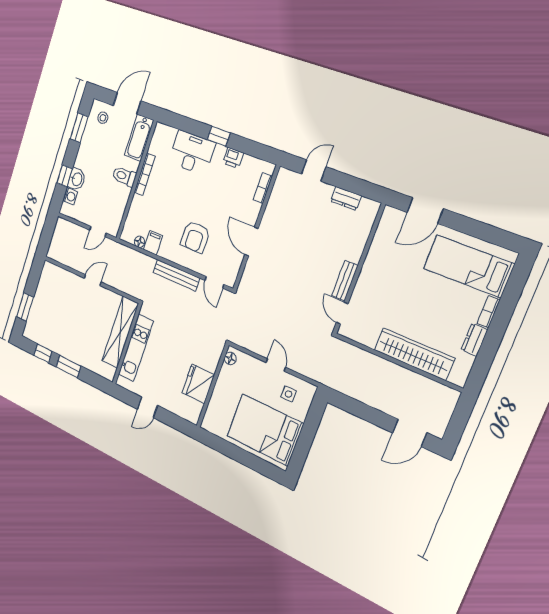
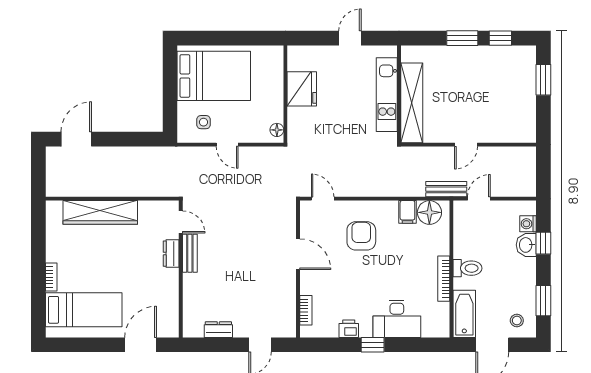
floor lamp: (139, 242) -> (429, 212), width x1.89, depth x1.89
bench: (176, 275) -> (446, 189), moved, width x0.73
dresser: (474, 340) -> (171, 254), moved, turned 180

